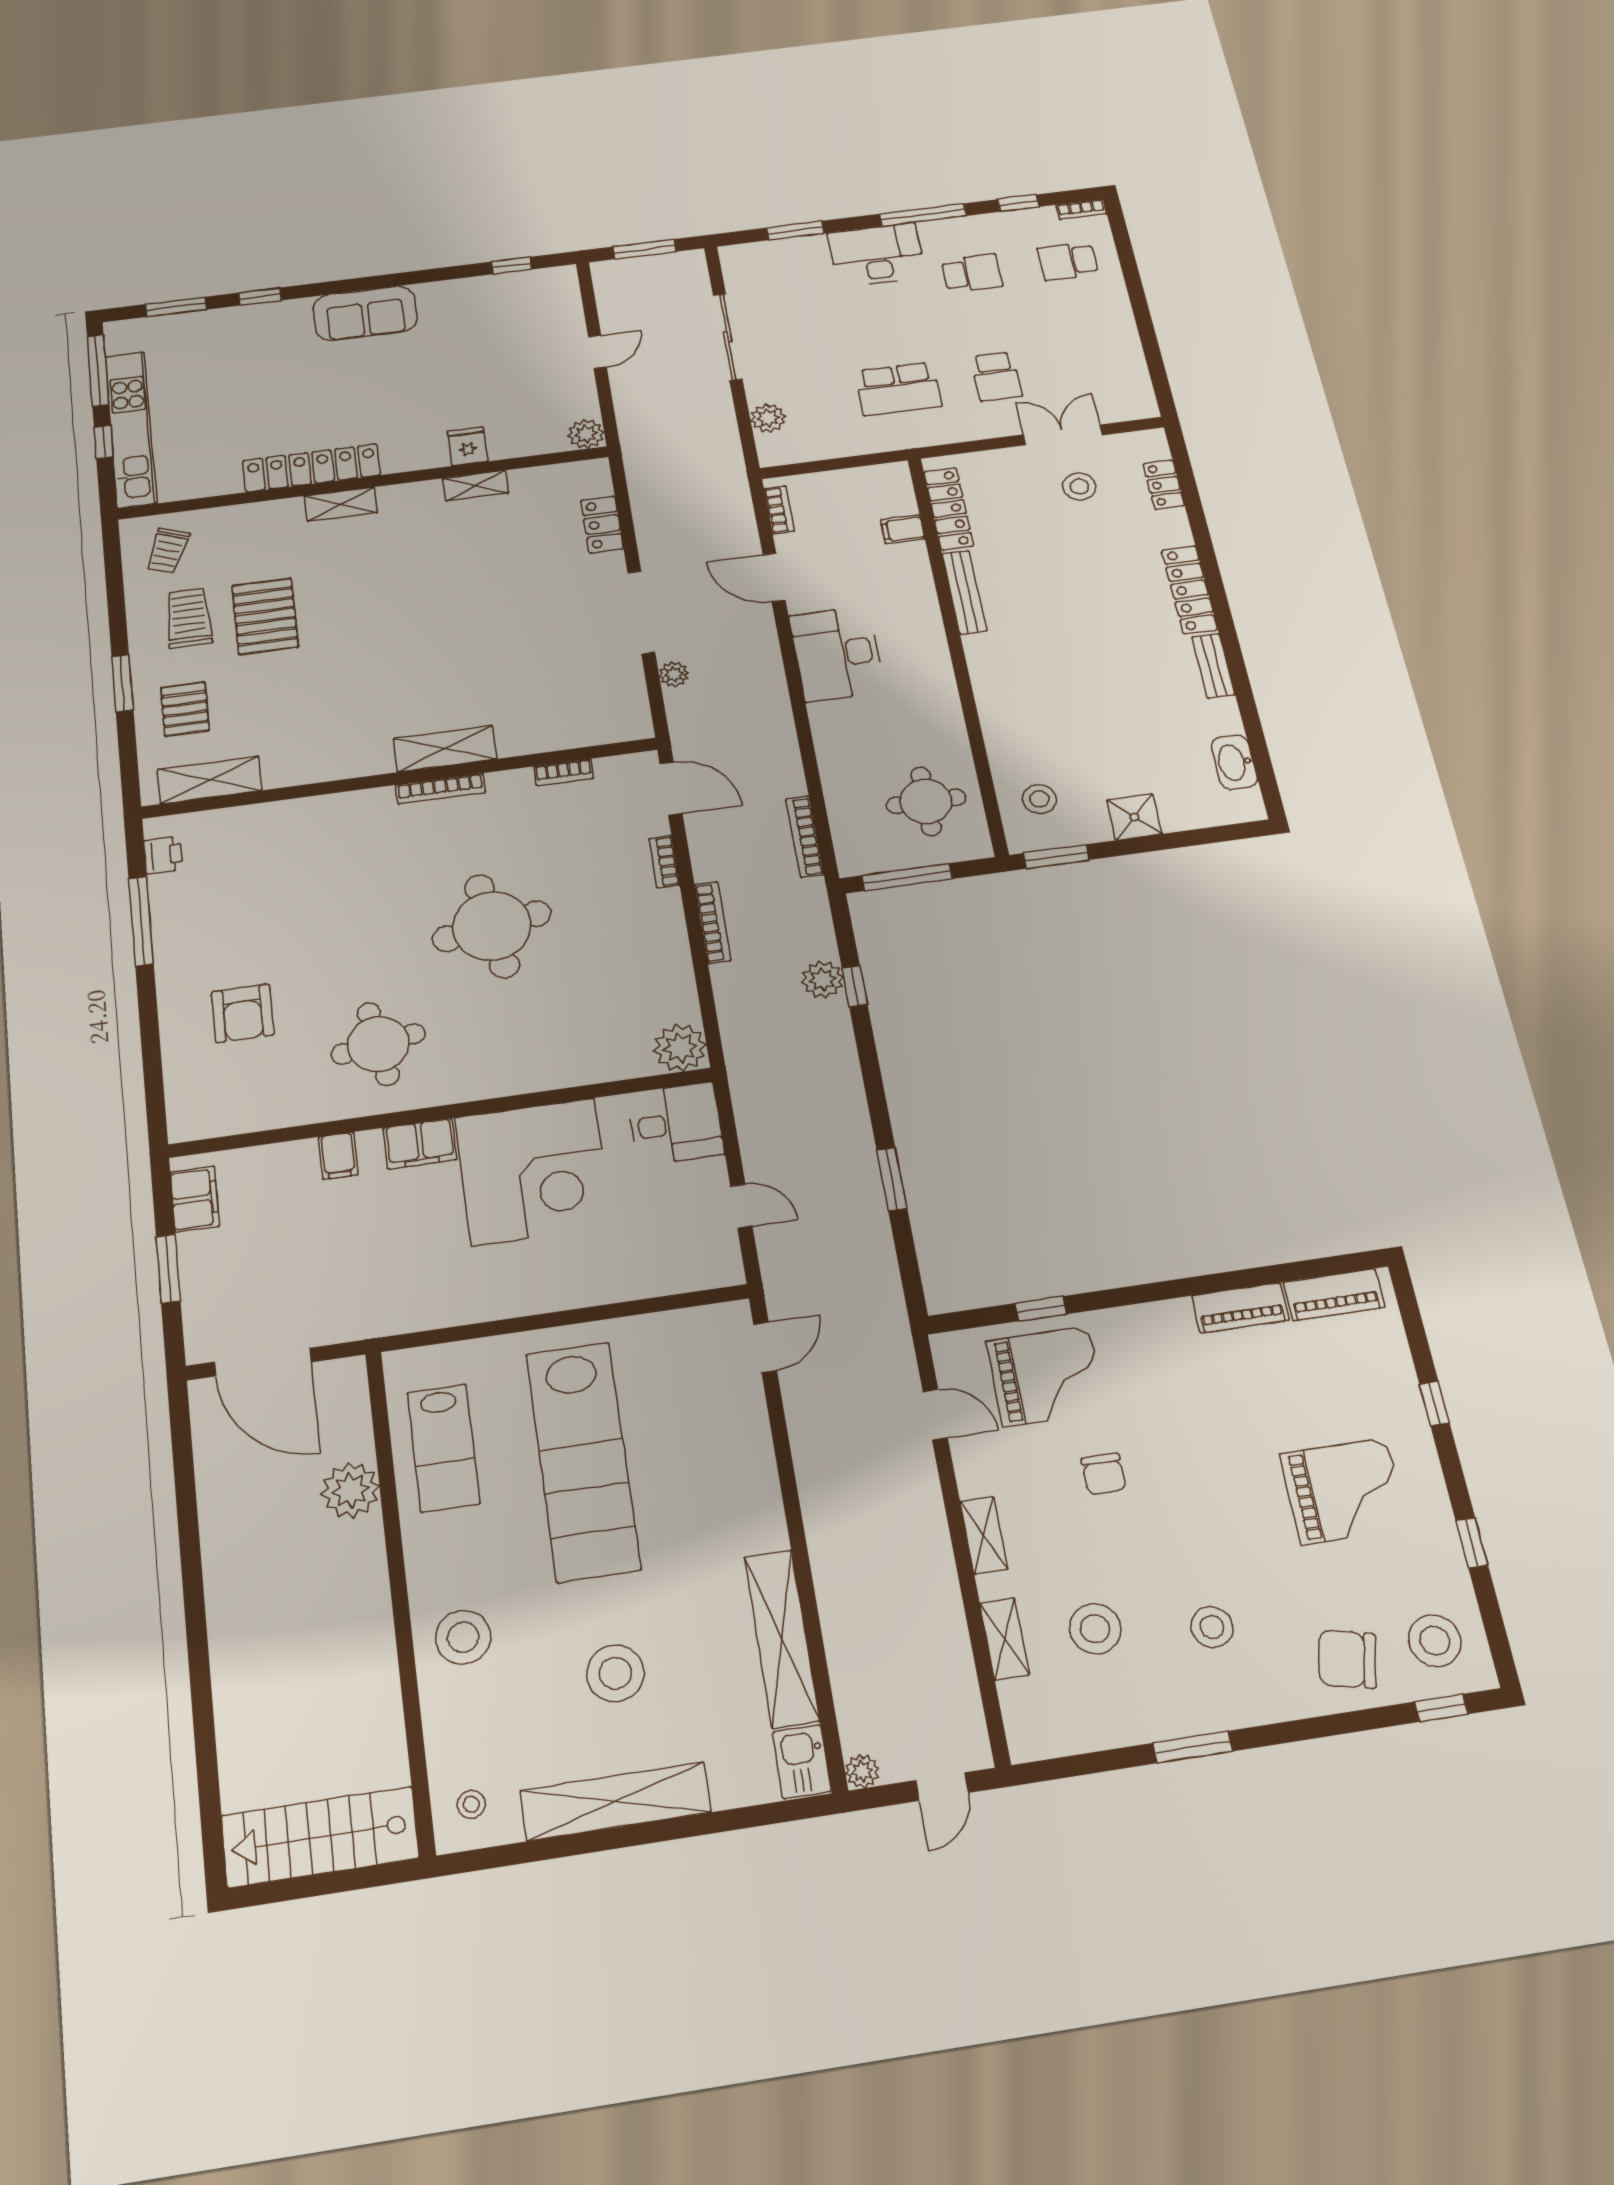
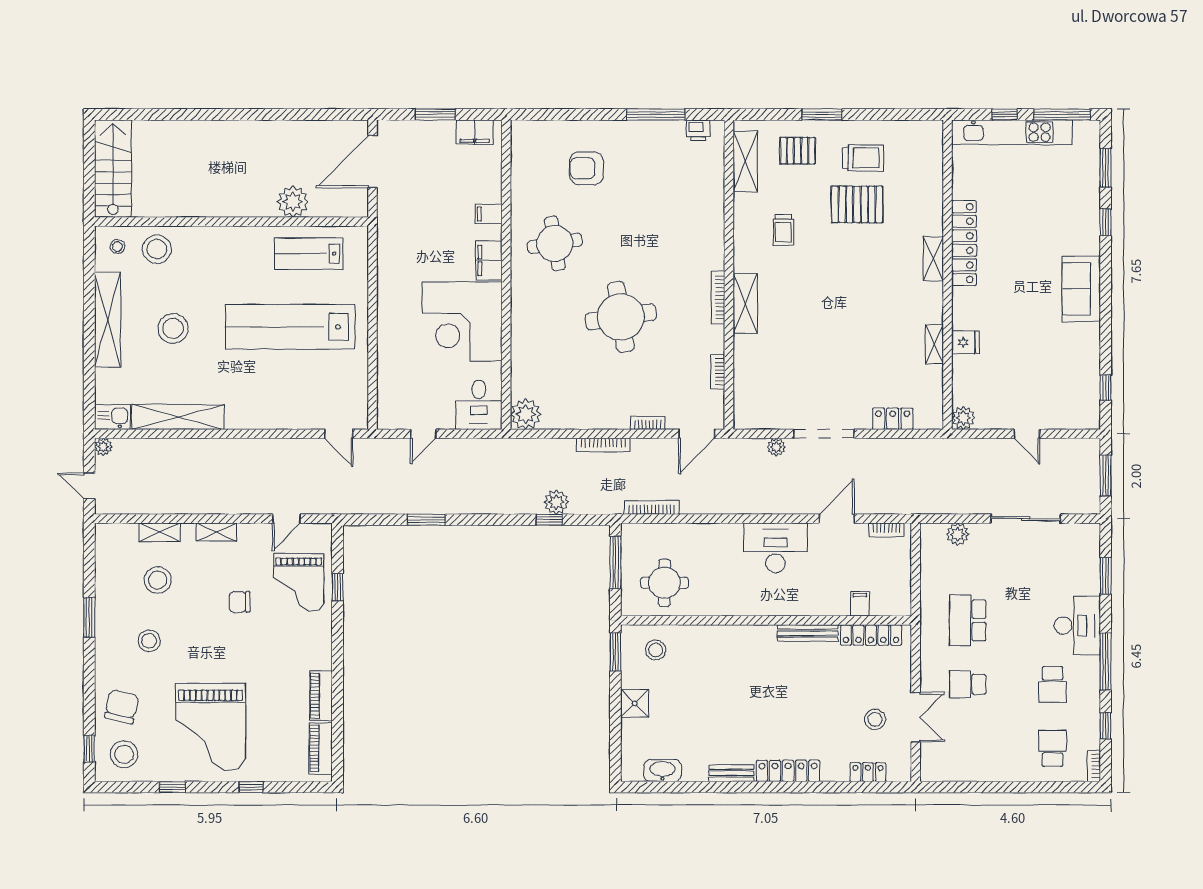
trolley: (167, 551) -> (783, 230), moved, turned -111
grand piano: (1344, 1491) -> (210, 727), width x1.37, depth x1.48
stool: (463, 1637) -> (157, 249), moved

